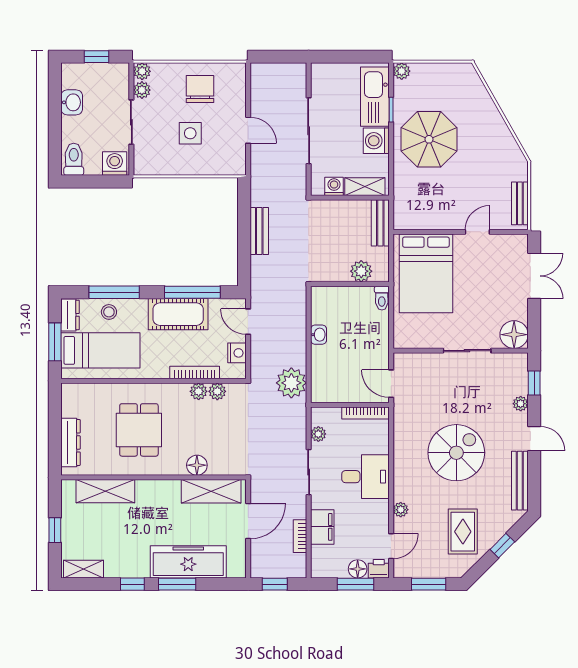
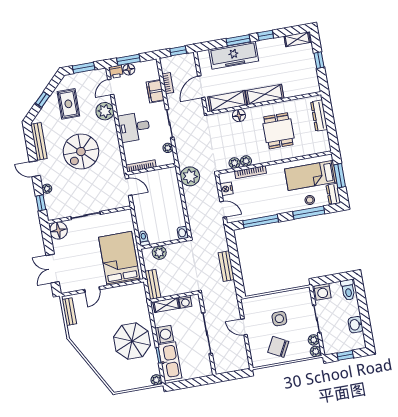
chair: (200, 89) -> (278, 347), turned 118
cot: (178, 314) -> (267, 206), removed
washbasin: (319, 335) -> (183, 233), moved
shelving: (105, 491) -> (265, 94), moved
plant: (401, 510) -> (105, 111), width x1.88, depth x1.88

